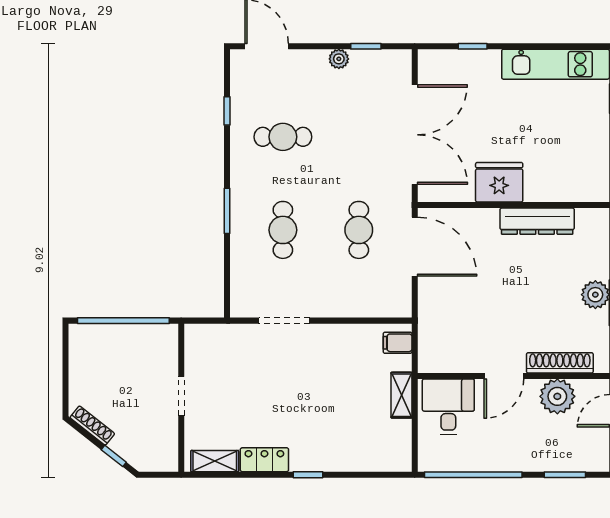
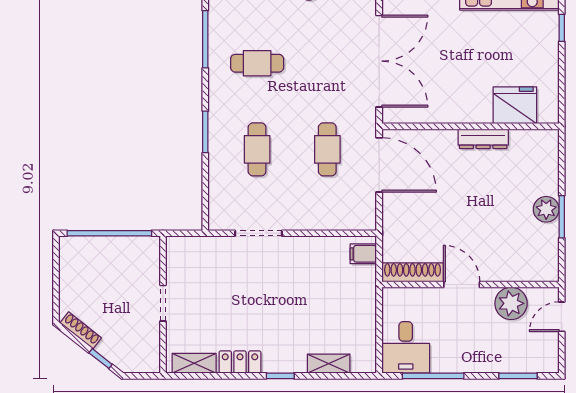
window: (227, 111) -> (205, 39), width x2.17
fridge: (499, 182) -> (515, 105), moved
dresser: (537, 221) -> (483, 139), width x0.73, depth x0.80
shoe rack: (560, 363) -> (413, 272), moved
door: (504, 376) -> (462, 285), swing flipped
shelving: (401, 395) -> (329, 364), moved, turned 90
desk: (448, 407) -> (406, 347), moved, turned 180
window: (473, 475) -> (433, 376), width x0.68

